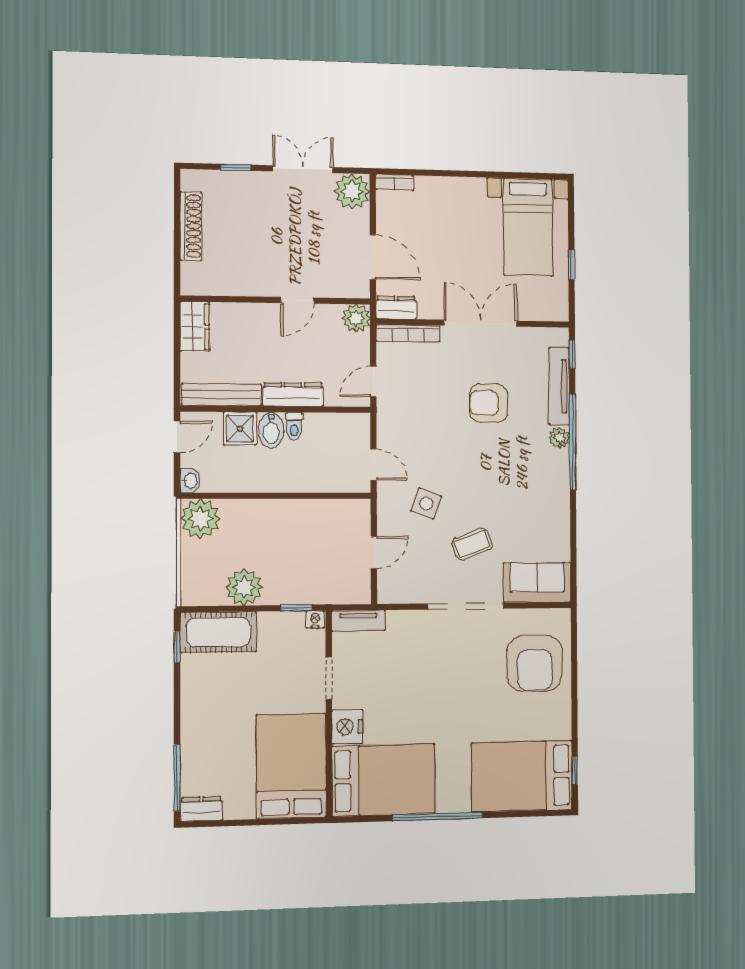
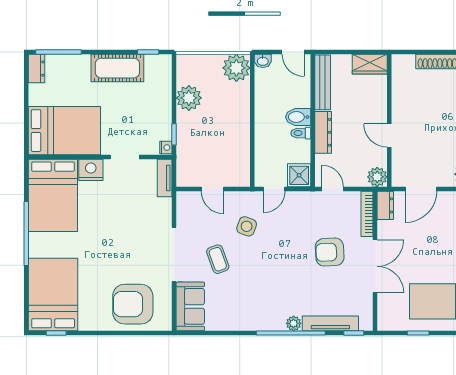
armchair: (489, 403) -> (330, 252), moved, turned -93
shower: (240, 429) -> (299, 175), moved
cot: (218, 632) -> (117, 68), moved, turned 90

